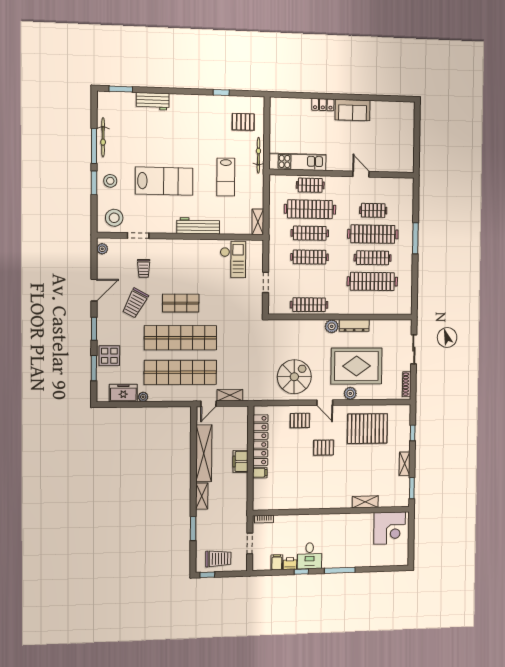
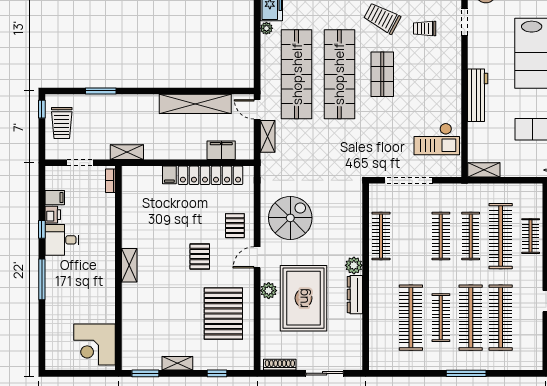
clothes rail: (373, 210) -> (501, 318), width x1.86, depth x1.31
doorway: (266, 282) -> (409, 180), width x1.88
spiral stairs: (294, 377) -> (290, 218), turned -90
filing cabinet: (241, 461) -> (221, 150), moved
shelving: (202, 496) -> (127, 152), moved
shelving: (365, 502) -> (129, 265), moved

